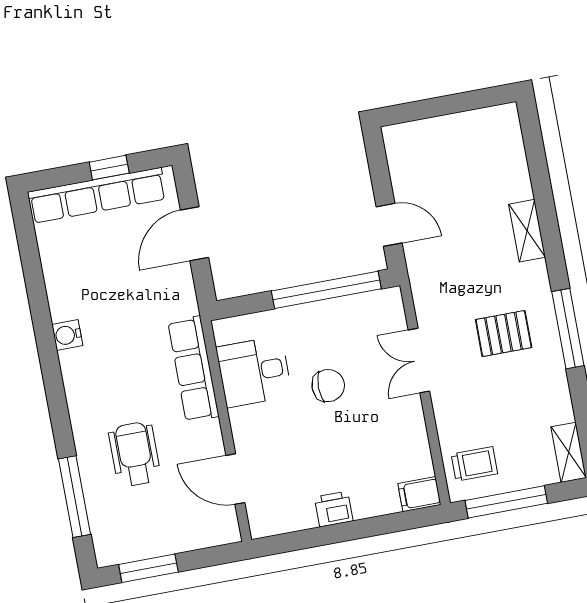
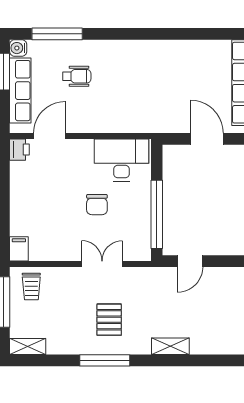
water cooler: (67, 335) -> (18, 48), moved, turned -90
row of seats: (193, 369) -> (20, 91), moved, turned 90
desk: (254, 372) -> (122, 160), width x1.37
wheelchair: (135, 454) -> (77, 76), width x0.73, depth x0.73
printer: (334, 509) -> (19, 150), moved

